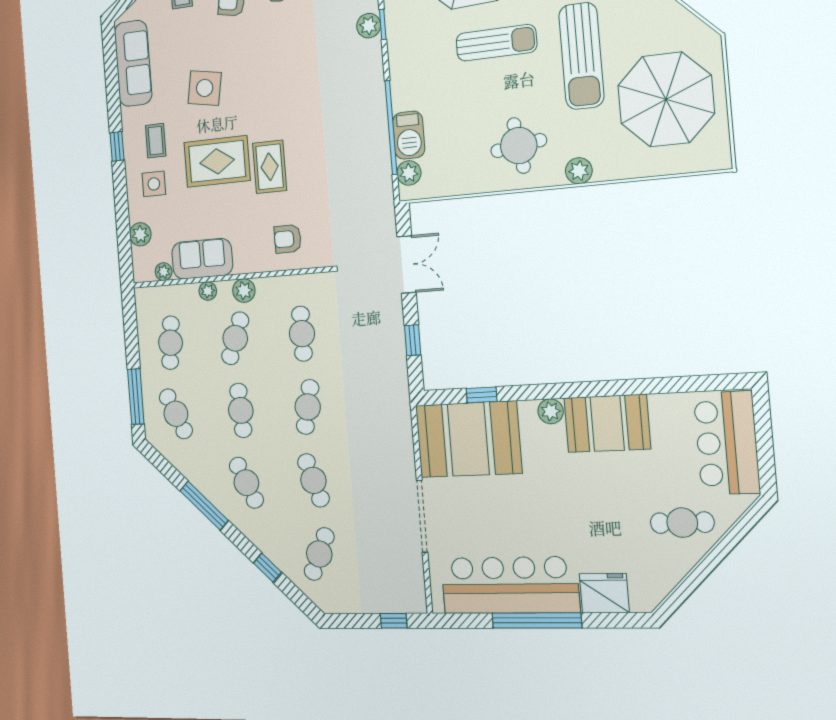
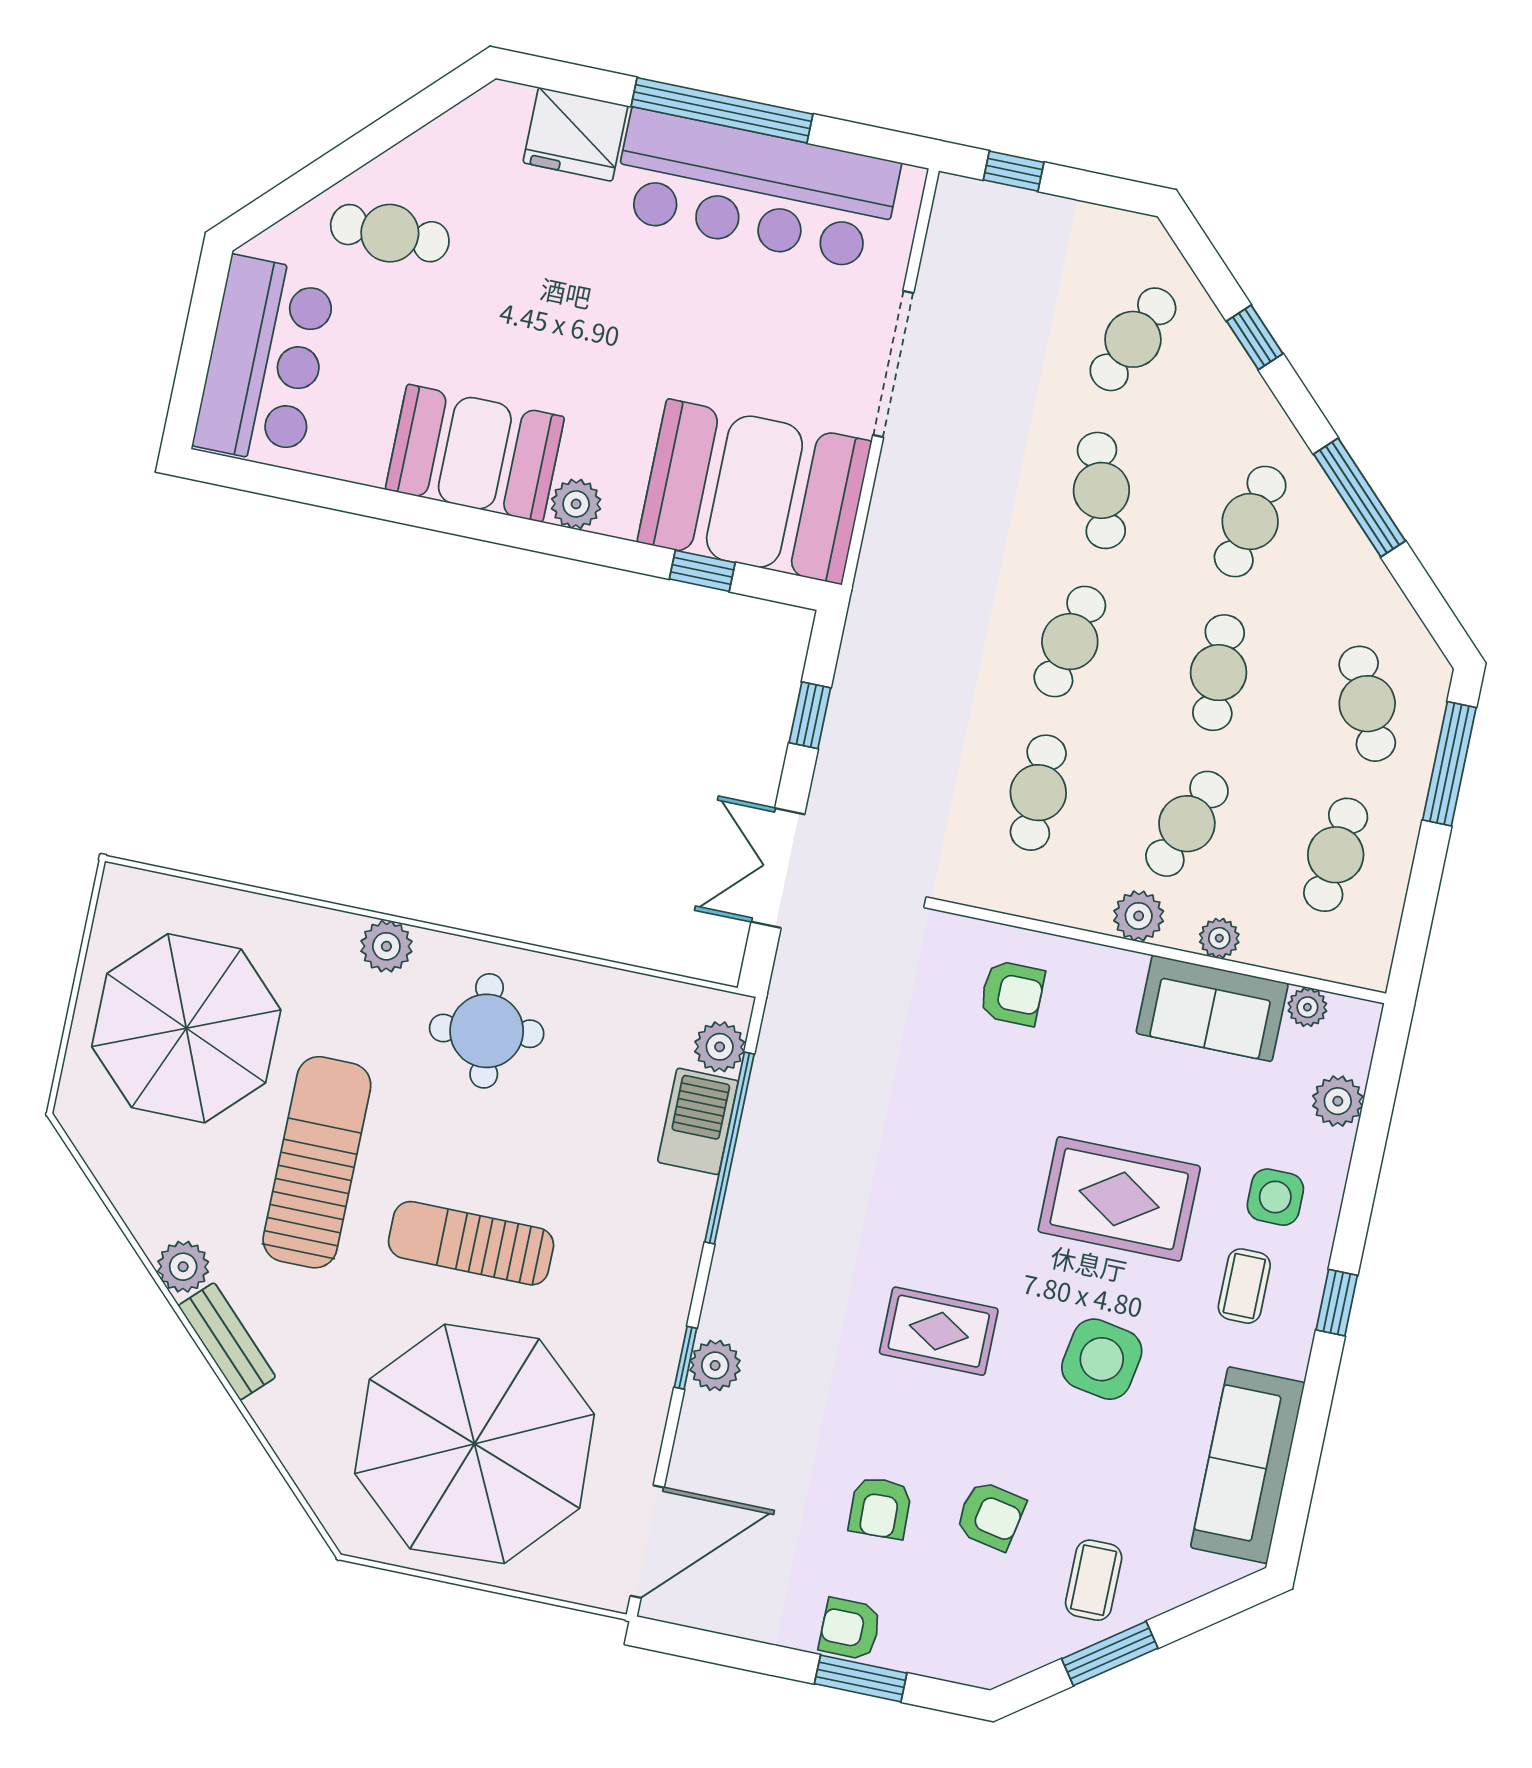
rug: (270, 167) -> (939, 1331), moved, turned 90
cafe table: (246, 483) -> (1250, 522), turned 36

